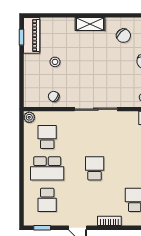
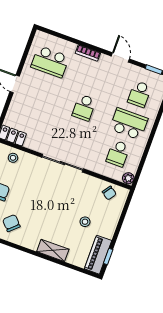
shelving: (90, 24) -> (53, 250), moved
chair: (54, 96) -> (109, 193), moved
school desk: (47, 200) -> (140, 94), turned 180

